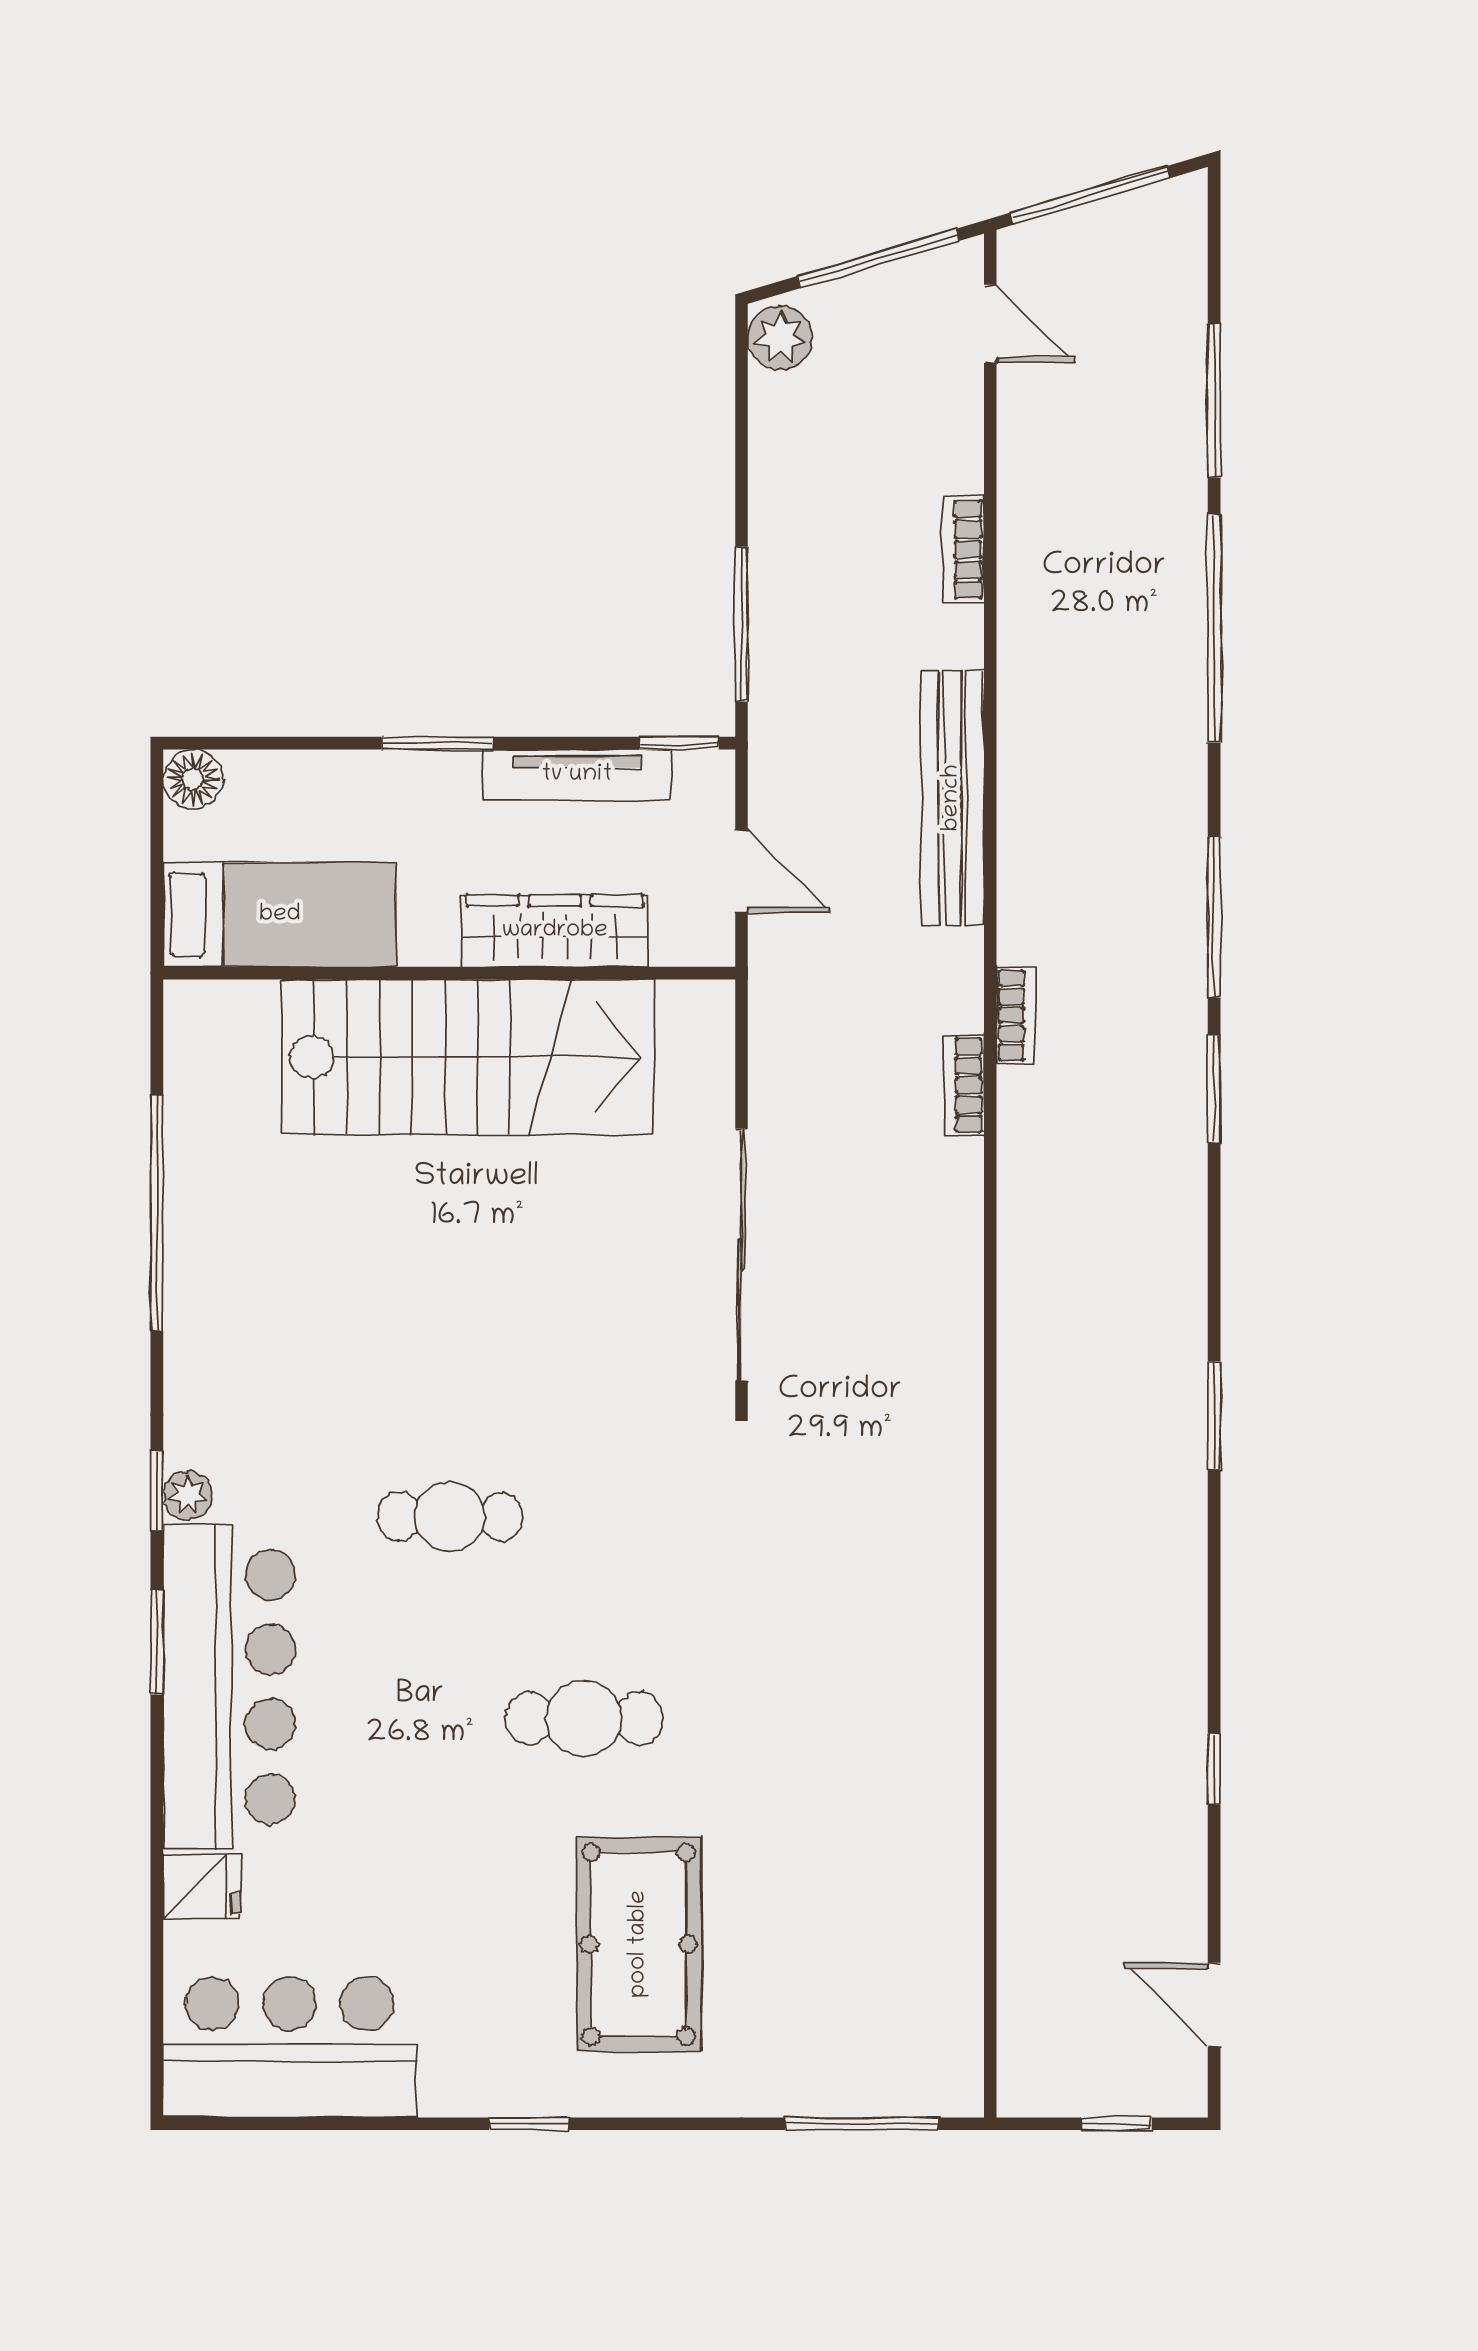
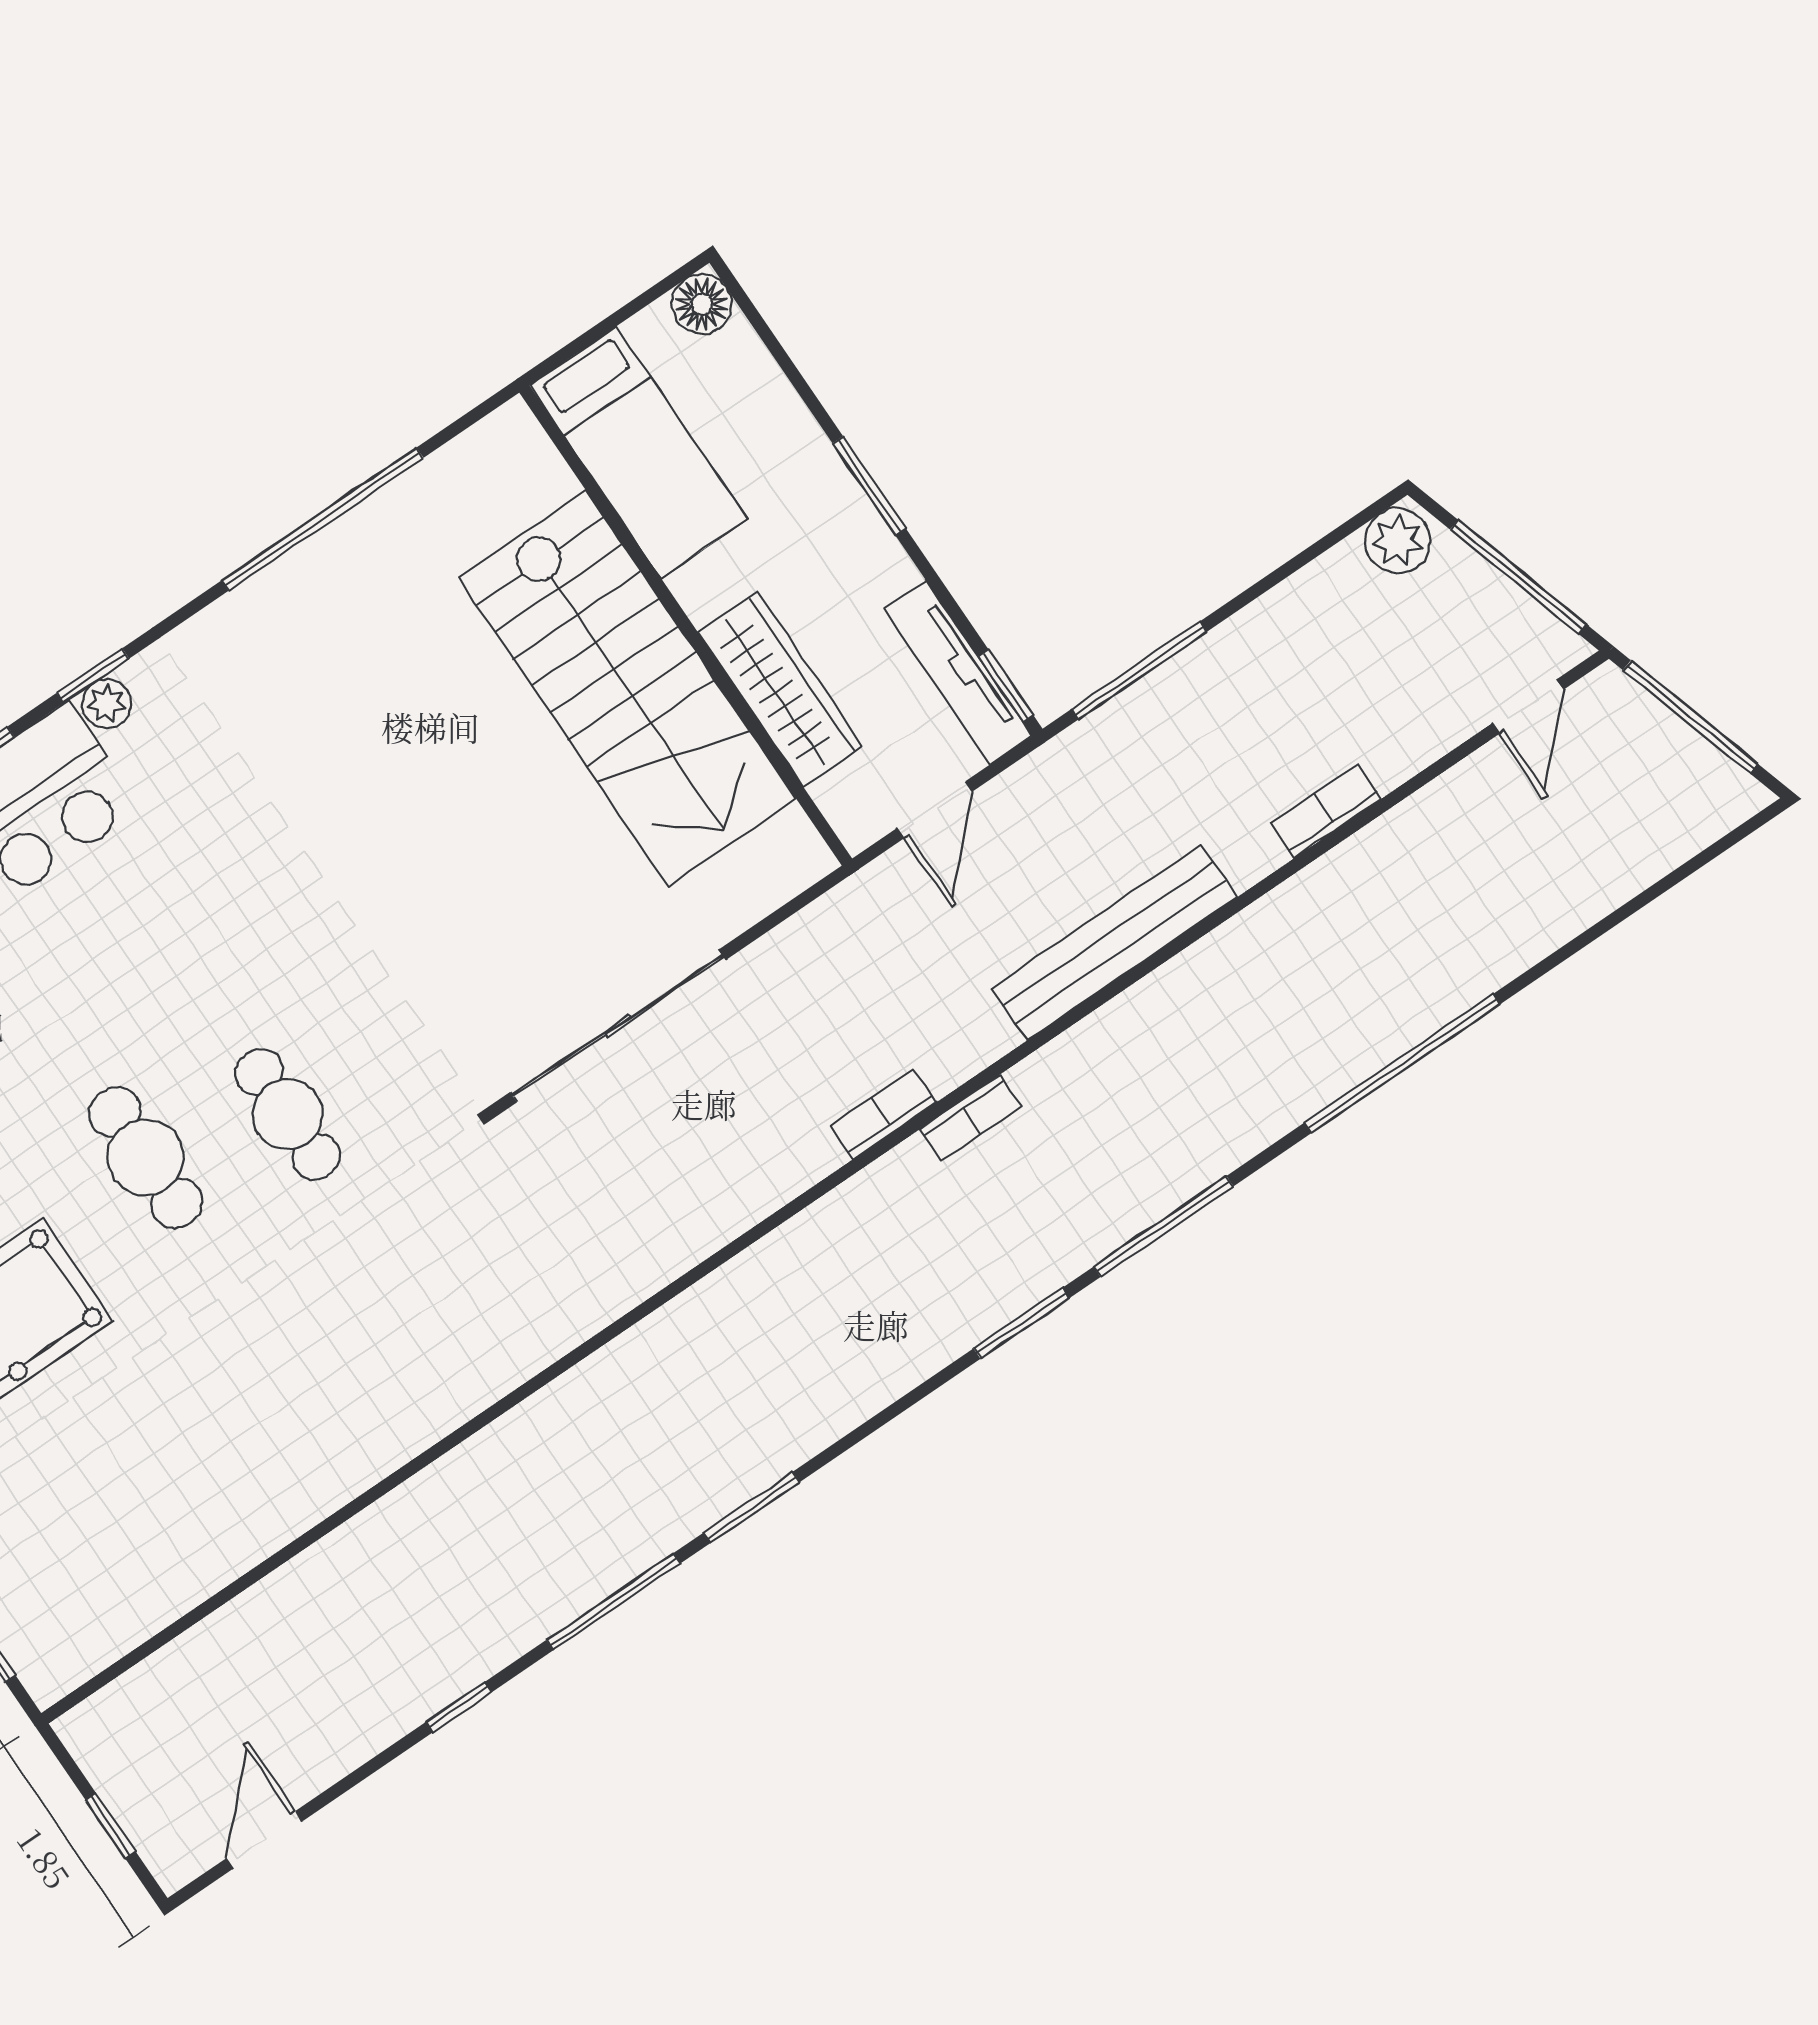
window: (1214, 401) -> (613, 1602), moved
tv unit: (577, 775) -> (958, 672), moved
cafe table: (450, 1517) -> (288, 1114), moved

